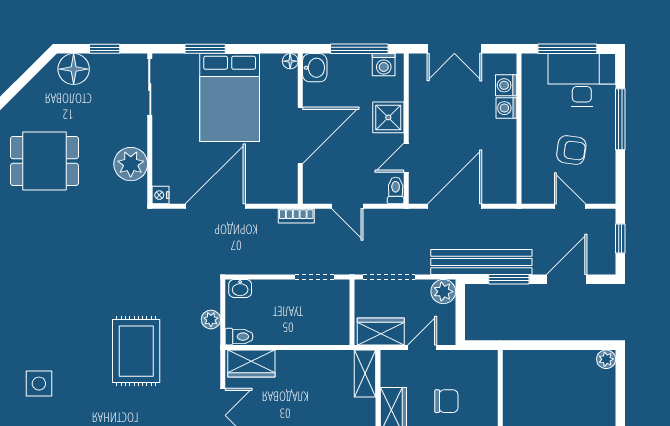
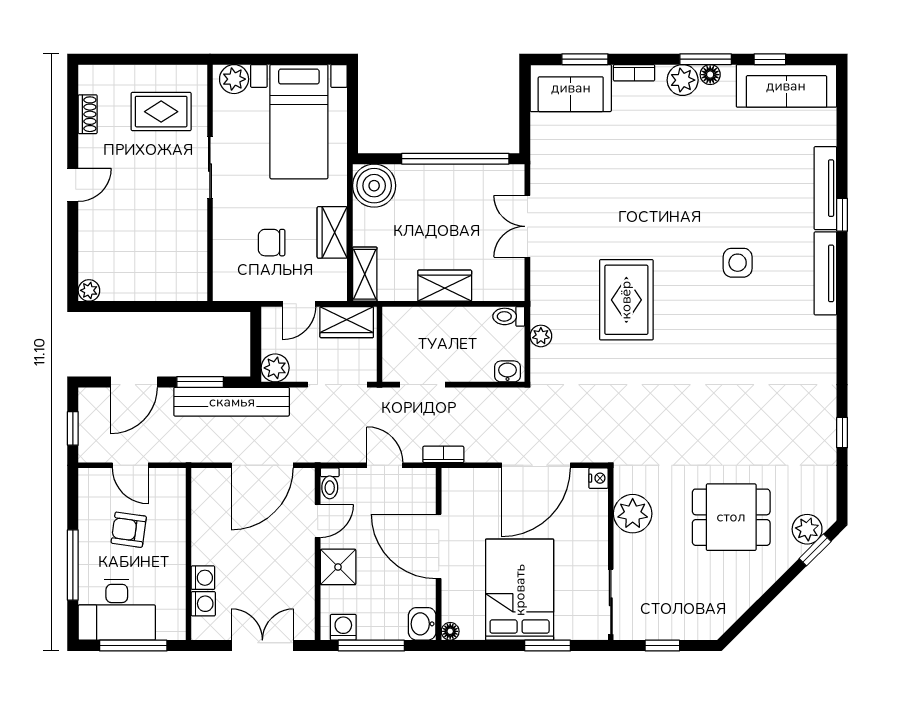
floor lamp: (74, 69) -> (698, 622), removed
door: (300, 135) -> (439, 546), hinge flipped
wardrobe: (251, 363) -> (445, 286), moved

